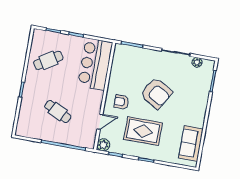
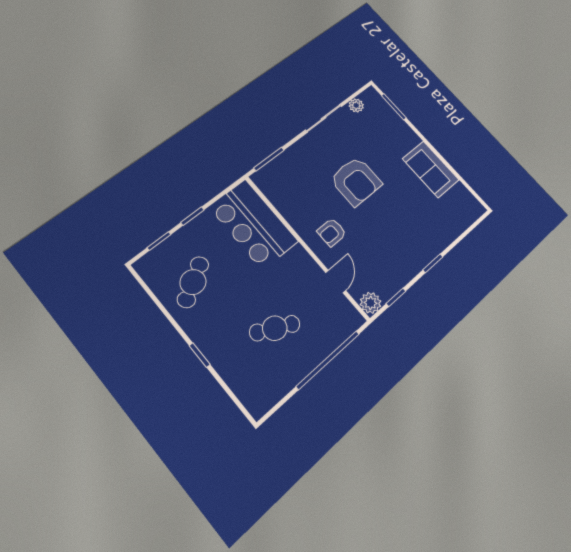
armchair: (156, 93) -> (356, 181), turned 59
rug: (143, 131) -> (392, 236), removed
sofa: (191, 143) -> (431, 169), moved

